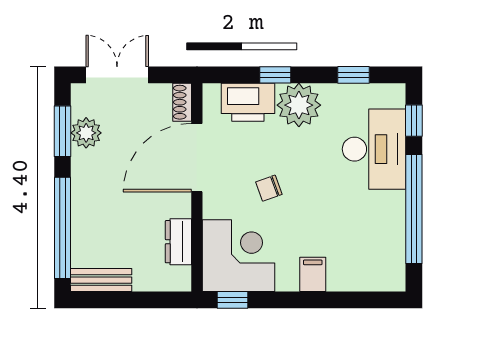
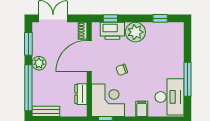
window: (275, 75) -> (110, 18), moved
window: (414, 121) -> (187, 39), removed
plant: (86, 133) -> (39, 63), moved
desk: (374, 149) -> (169, 97), moved
window: (414, 209) -> (187, 79), width x0.68

